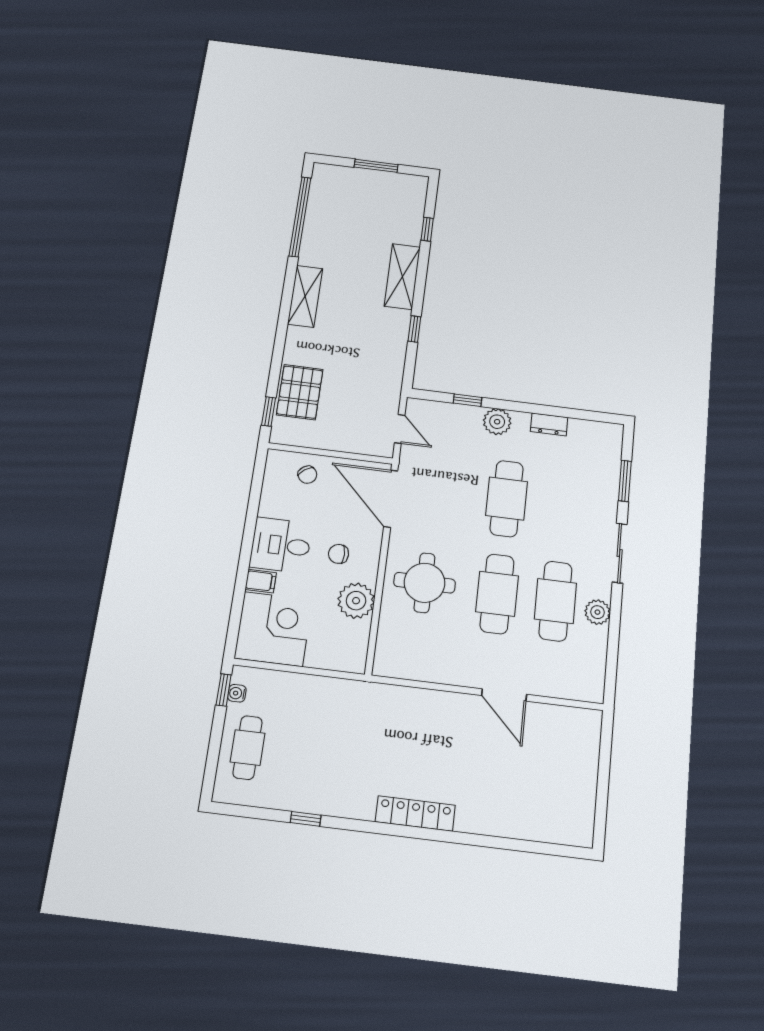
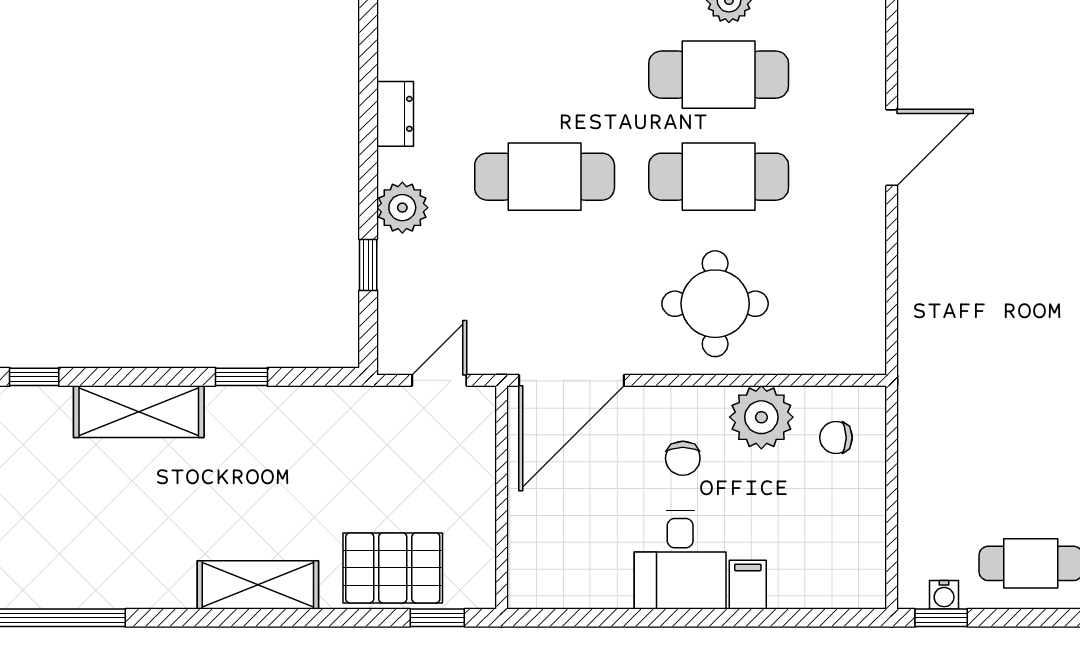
shelving: (305, 296) -> (258, 585), moved
chair: (307, 475) -> (836, 438), moved, turned -144
corner desk: (273, 629) -> (828, 551), removed

